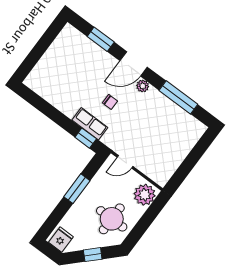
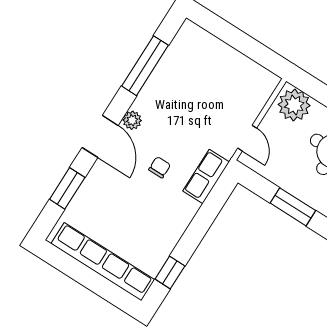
row of seats: (50, 59) -> (103, 262), added
row of seats: (90, 124) -> (206, 177), moved
window: (86, 138) -> (170, 272), moved

